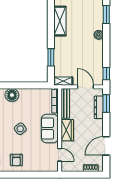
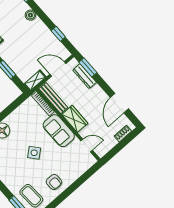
window: (106, 74) -> (58, 34), moved

